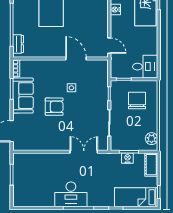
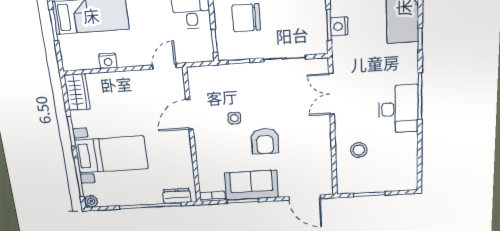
armchair: (54, 107) -> (265, 141), turned 180
stool: (44, 168) -> (359, 150), added

